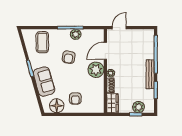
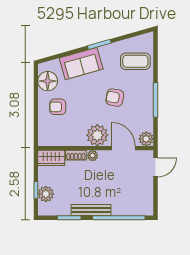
door: (119, 28) -> (155, 167), hinge flipped
plant: (76, 34) -> (146, 139), moved

